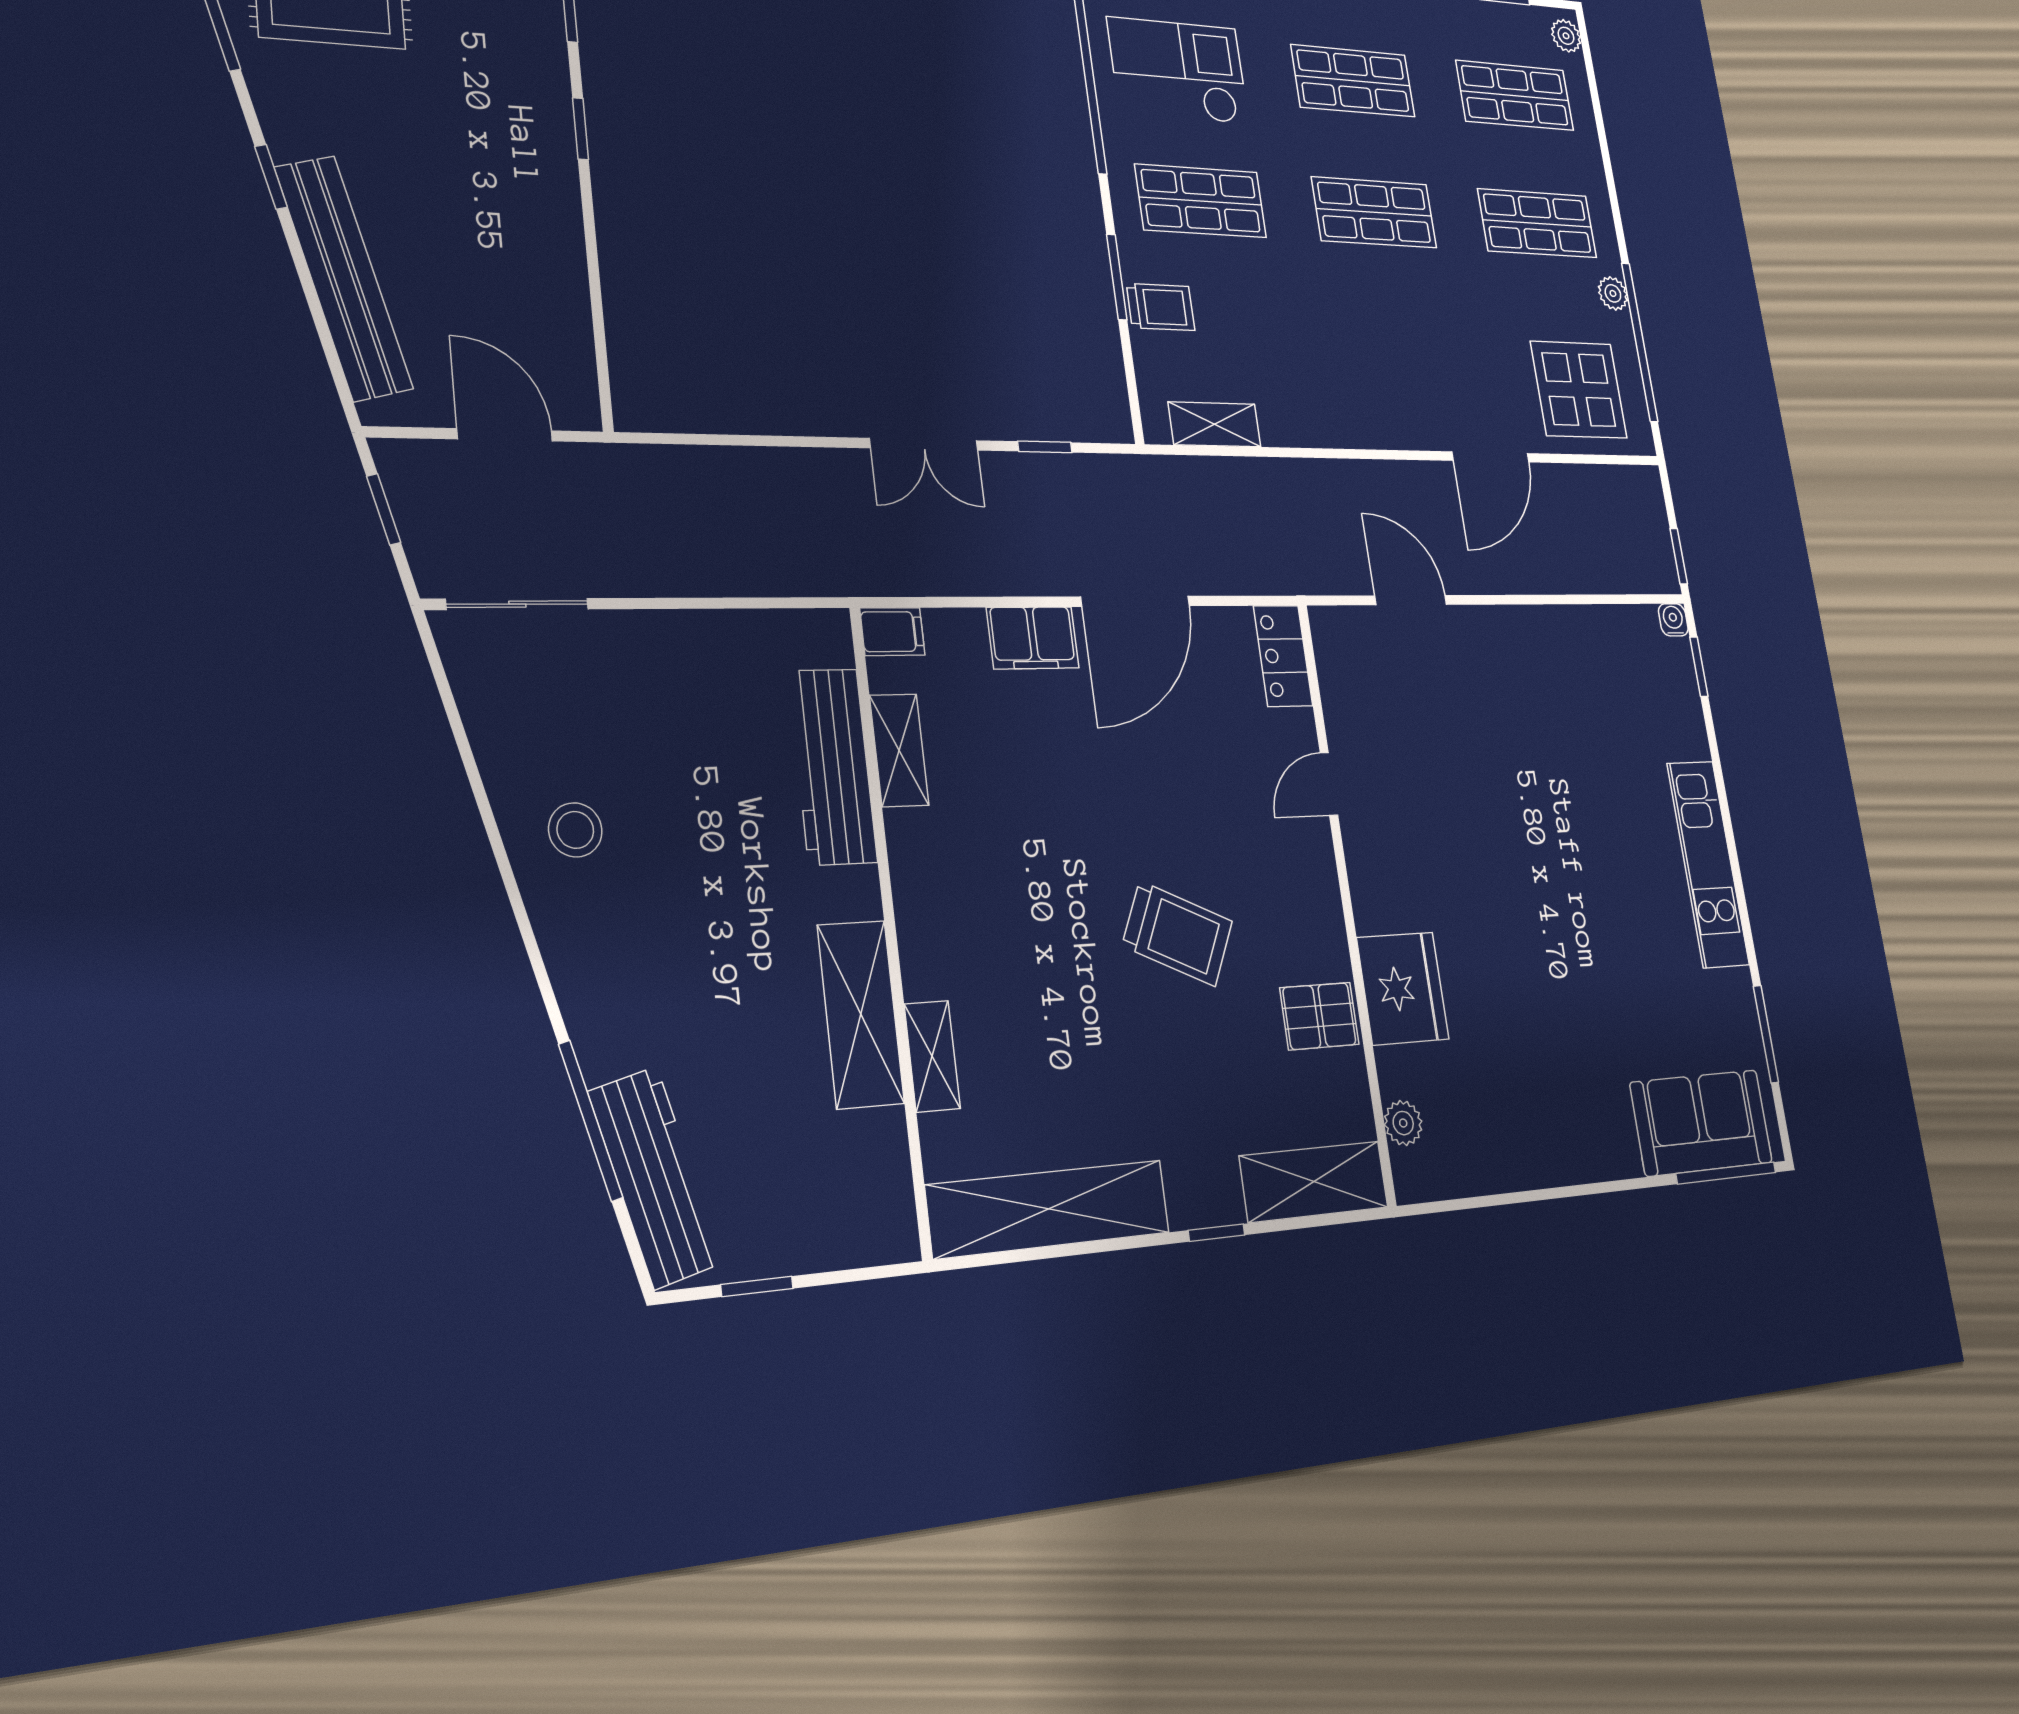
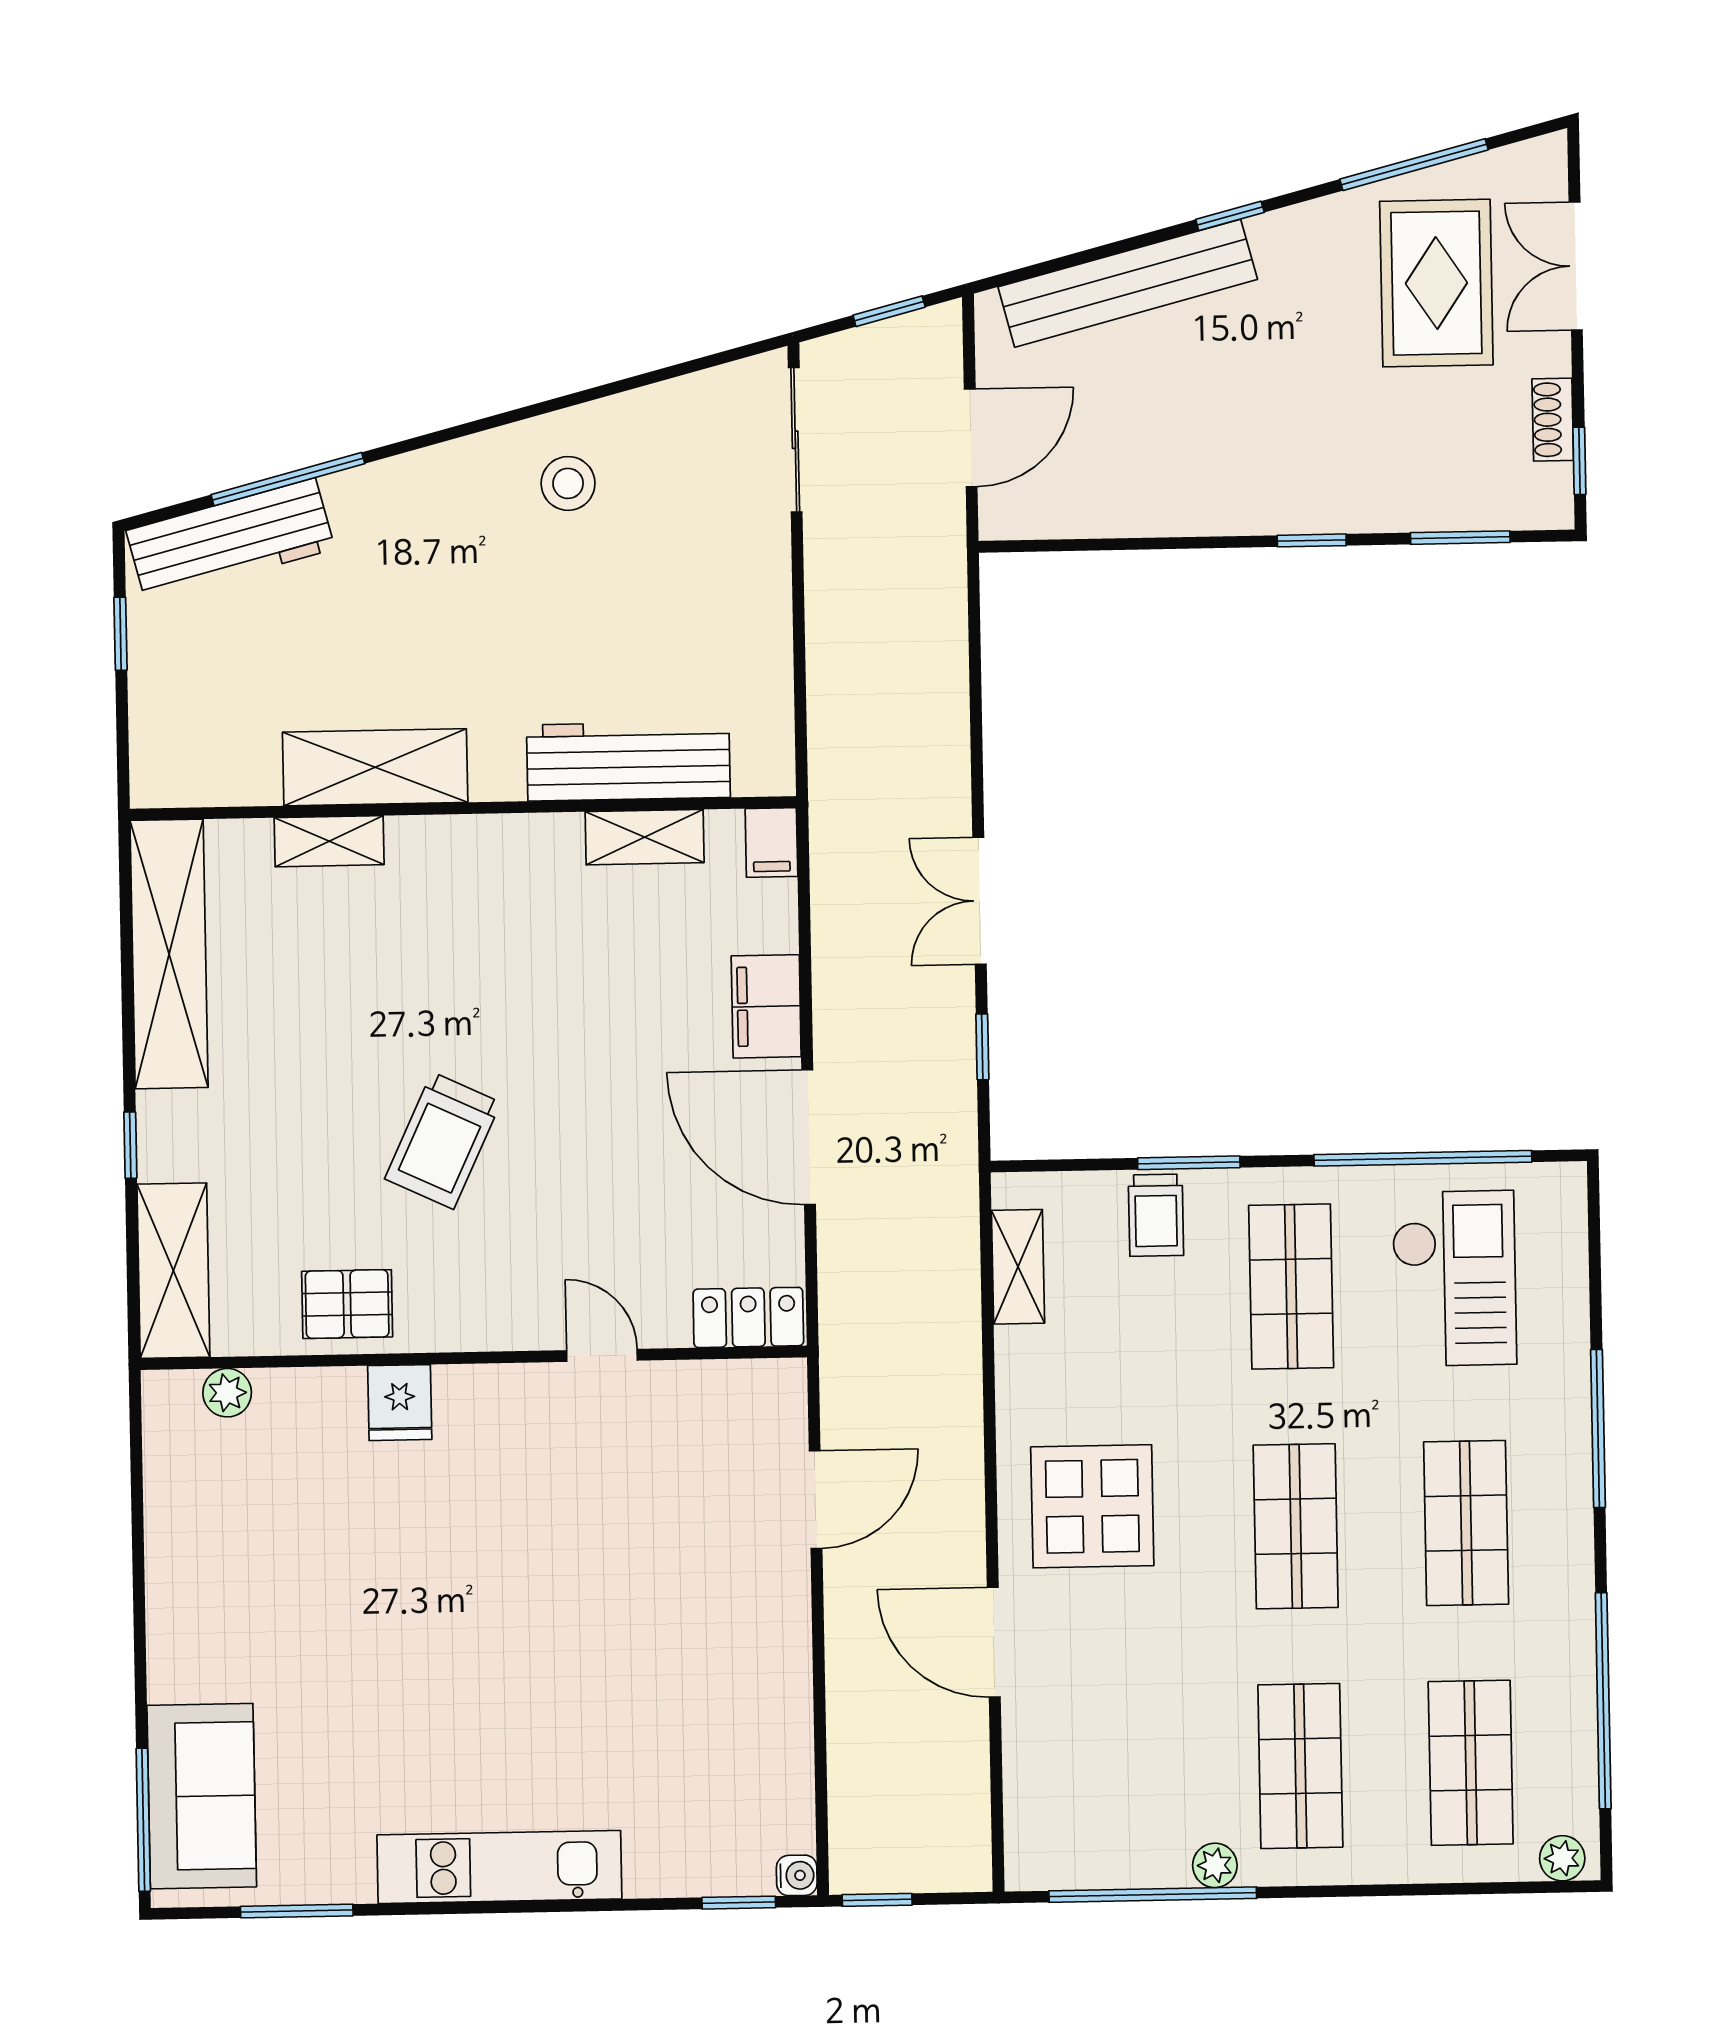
display table: (1579, 390) -> (1092, 1506), moved
fridge: (1403, 988) -> (400, 1403), width x0.53, depth x0.75
pallet: (1319, 1016) -> (347, 1304), turned 90

